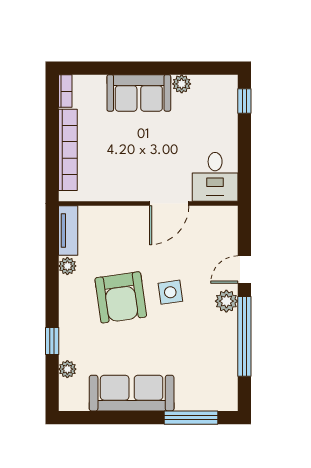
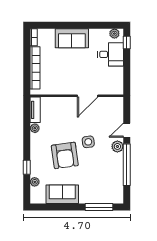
plant: (182, 84) -> (114, 34), moved
desk: (215, 177) -> (111, 54), moved, turned -90
armchair: (121, 297) -> (65, 155), moved
sofa: (132, 393) -> (62, 194), width x0.73

